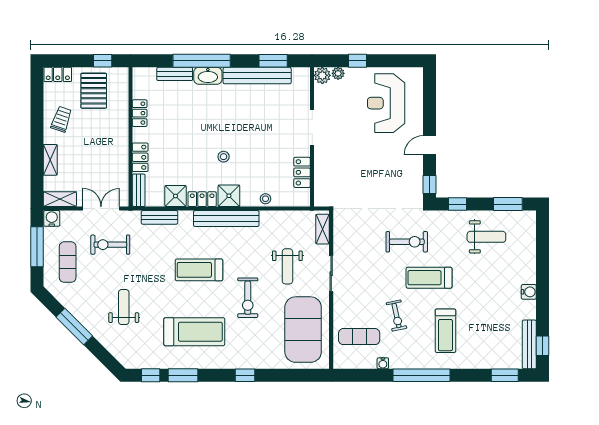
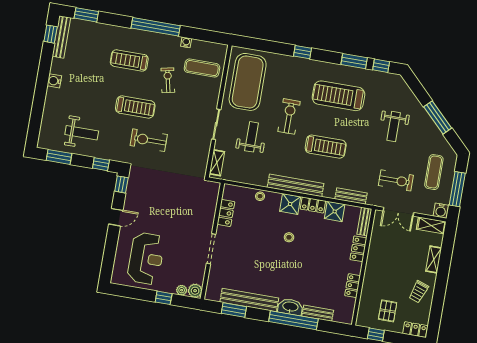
pallet: (94, 91) -> (388, 311), width x0.67, depth x0.71
weight bench: (486, 237) -> (82, 133), turned 180
treadmill: (445, 331) -> (129, 60), turned -90

